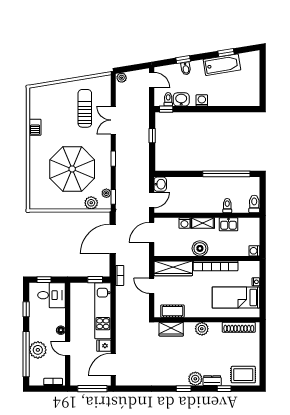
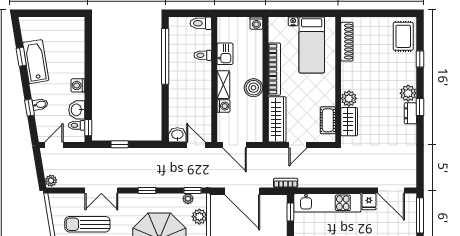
plant: (202, 329) -> (349, 98), moved
dresser: (212, 381) -> (410, 113), moved

